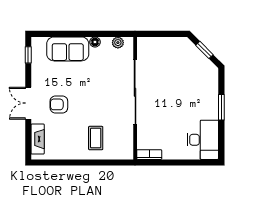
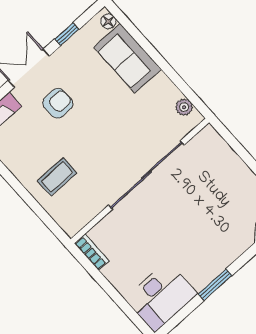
floor lamp: (95, 42) -> (108, 21), moved
window: (28, 55) -> (67, 34), moved
armchair: (59, 104) -> (58, 103), turned 89

